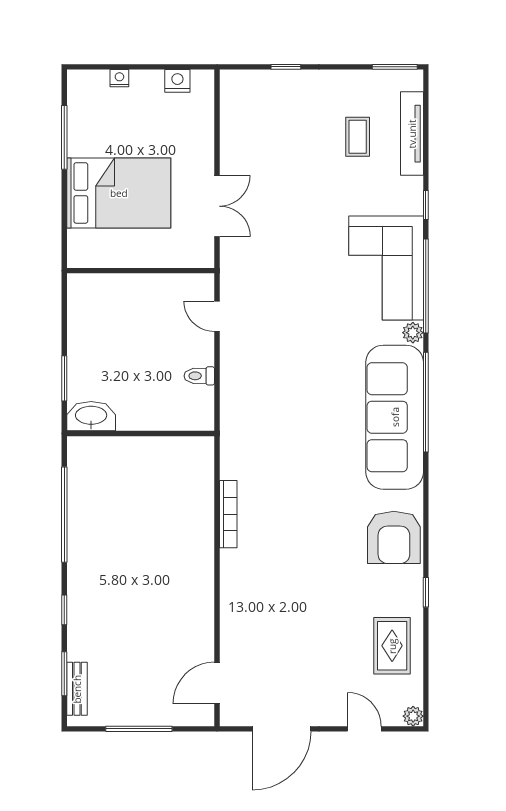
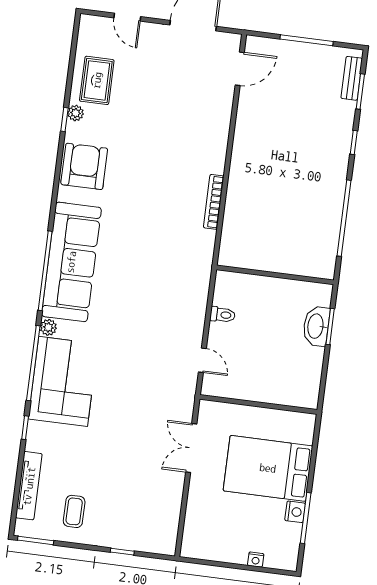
nightstand: (177, 81) -> (295, 512), moved, turned -90
coffee table: (358, 137) -> (74, 511), moved
washbasin: (91, 416) -> (316, 326), moved, turned 90
plant: (413, 716) -> (76, 113), moved

